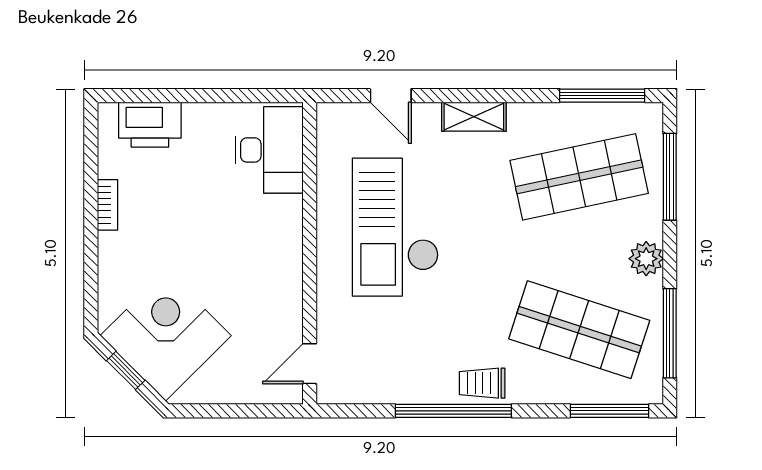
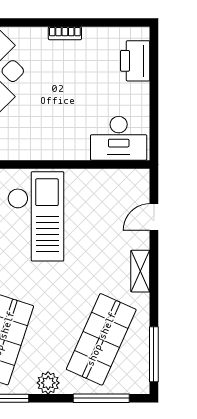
shop shelf: (579, 177) -> (101, 339), turned 36
bookcase: (107, 205) -> (65, 33), moved
checkout: (395, 227) -> (36, 216), moved, turned 90

